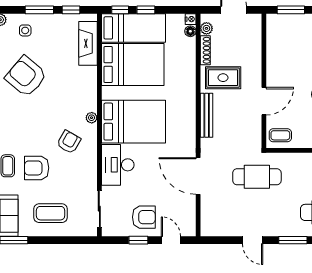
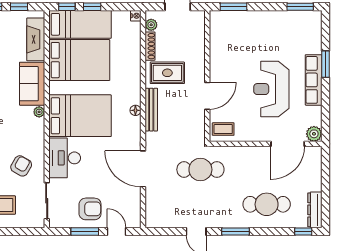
floor lamp: (190, 31) -> (135, 110), moved
sofa: (84, 89) -> (32, 84), added
armchair: (69, 142) -> (21, 166), moved
window: (138, 240) -> (85, 231), width x1.50

